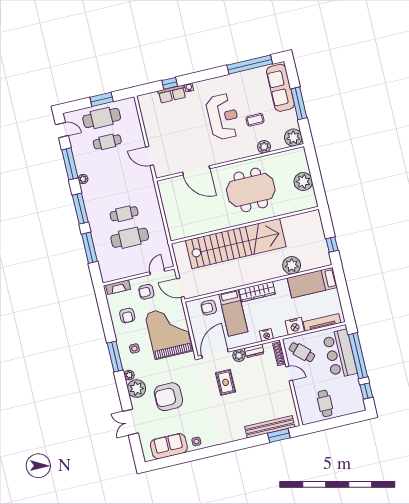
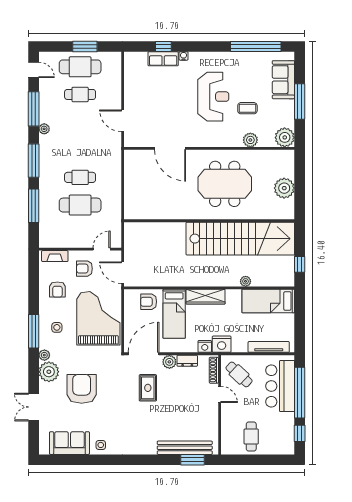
sofa: (280, 88) -> (283, 80), width x0.73
stairs: (236, 244) -> (240, 239), moved
plant: (292, 265) -> (246, 281), width x0.53, depth x0.53
nightstand: (295, 326) -> (222, 344), moved
armchair: (168, 397) -> (82, 389), turned 90

